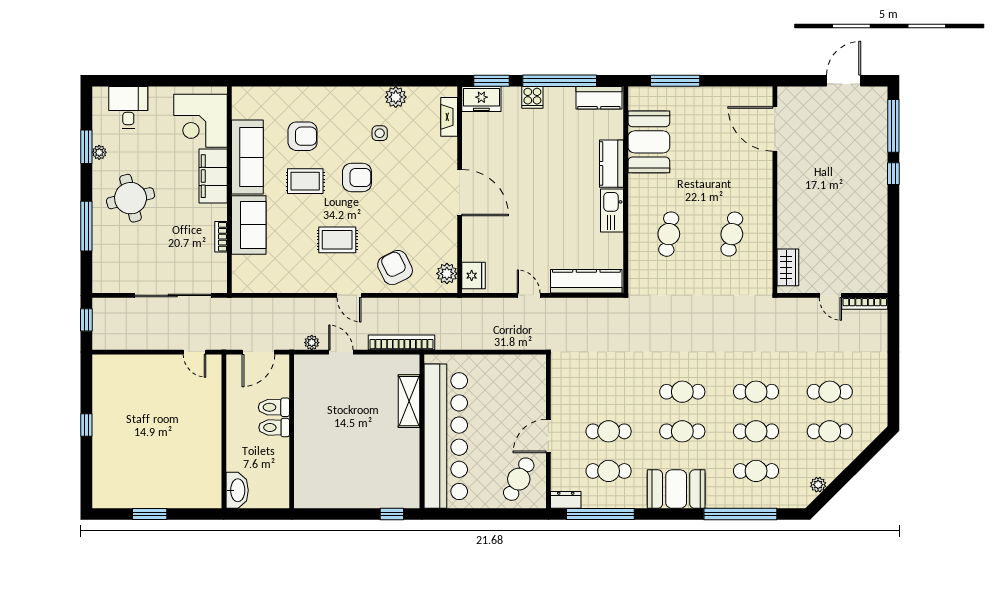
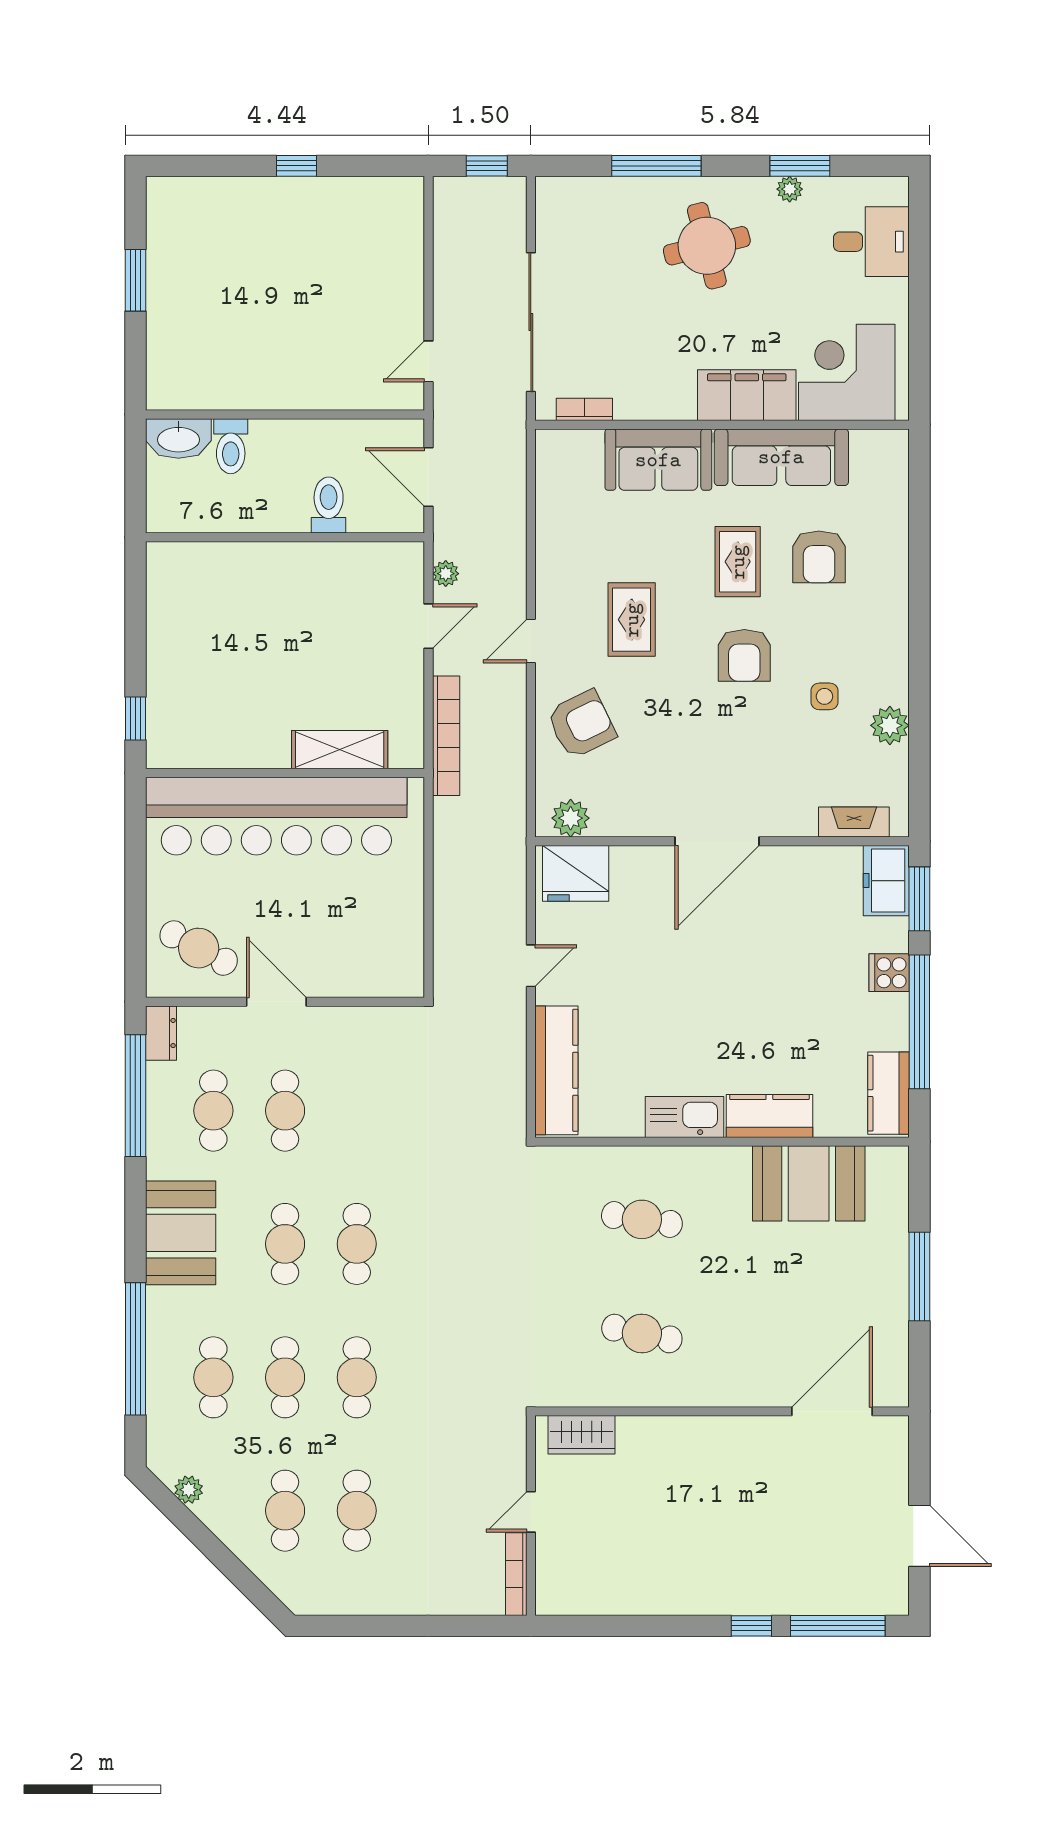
window: (675, 81) -> (919, 1277), moved
bookcase: (221, 237) -> (584, 409), moved
fridge: (474, 276) -> (576, 873), width x1.36, depth x1.34
toilet: (274, 428) -> (231, 446), moved, turned 180

